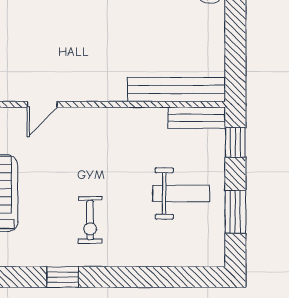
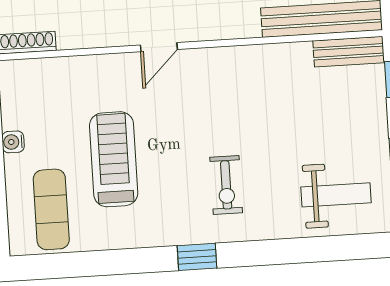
weight bench: (181, 193) -> (336, 195), moved

